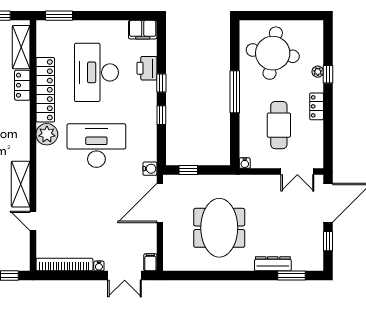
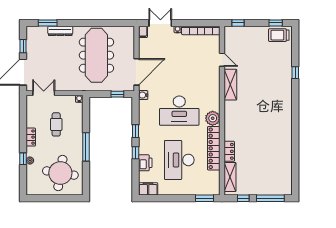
desk: (96, 72) -> (179, 160), turned 180
cafe table: (279, 125) -> (56, 124), width x0.73, depth x0.74
meeting table: (219, 228) -> (96, 55), width x1.36

